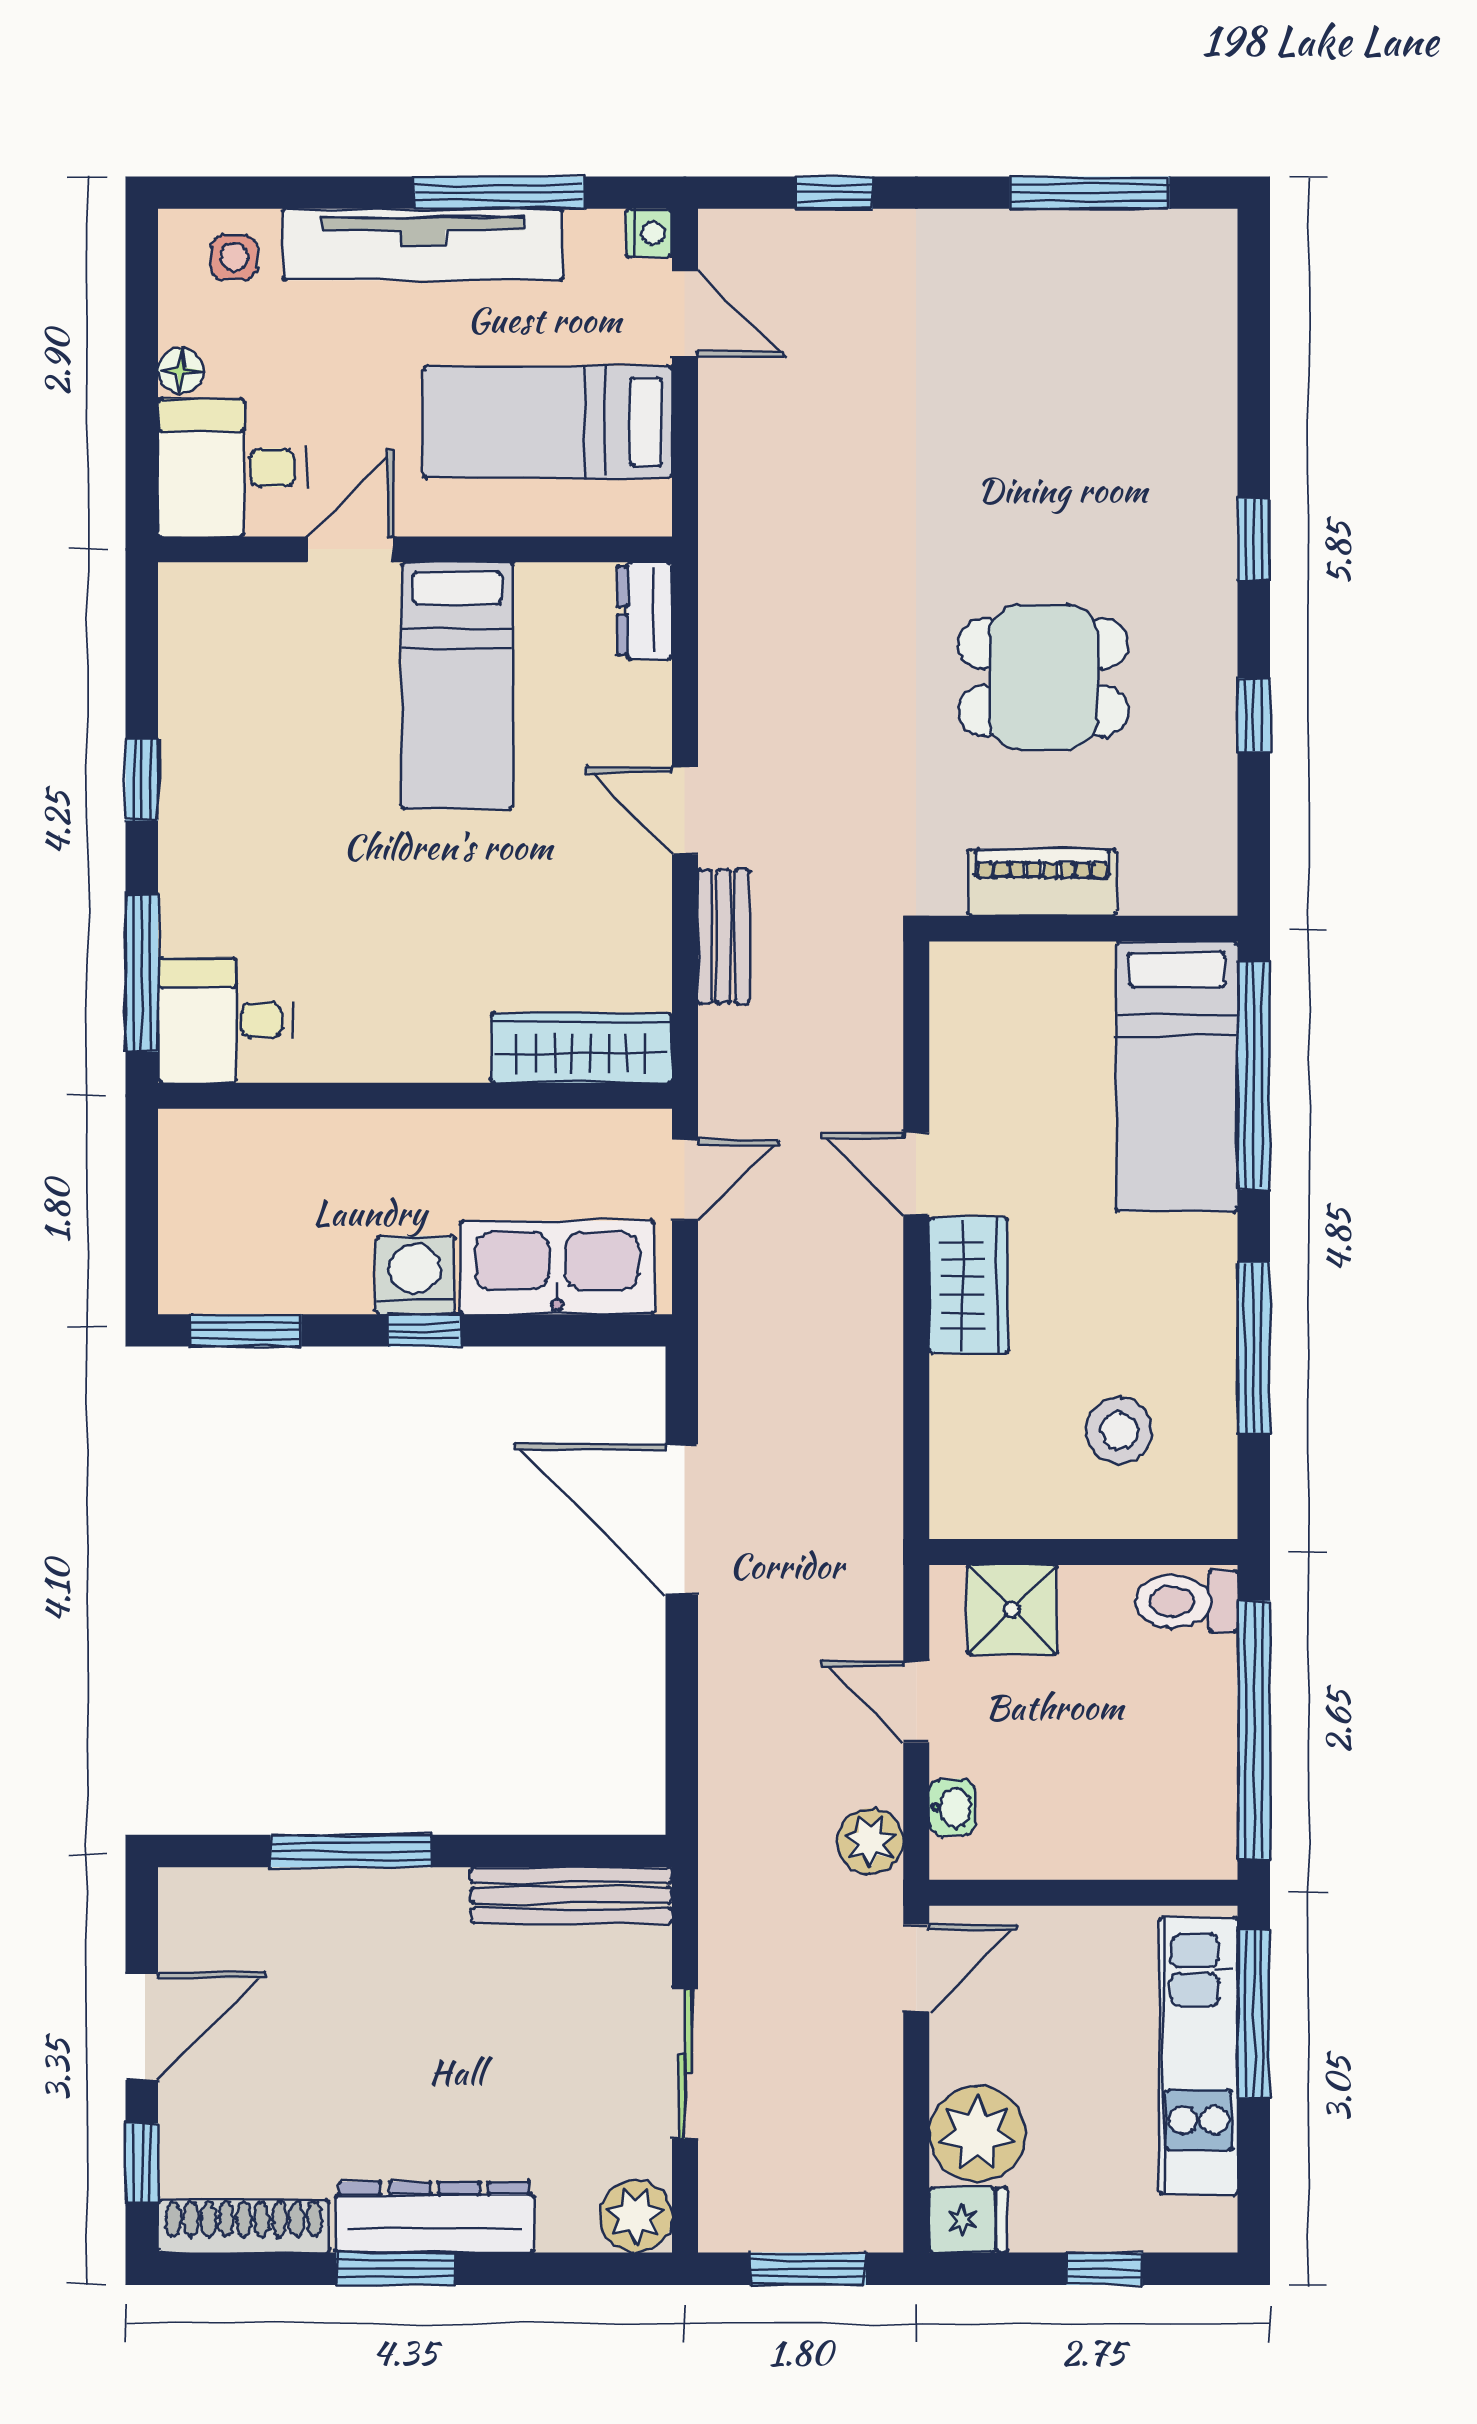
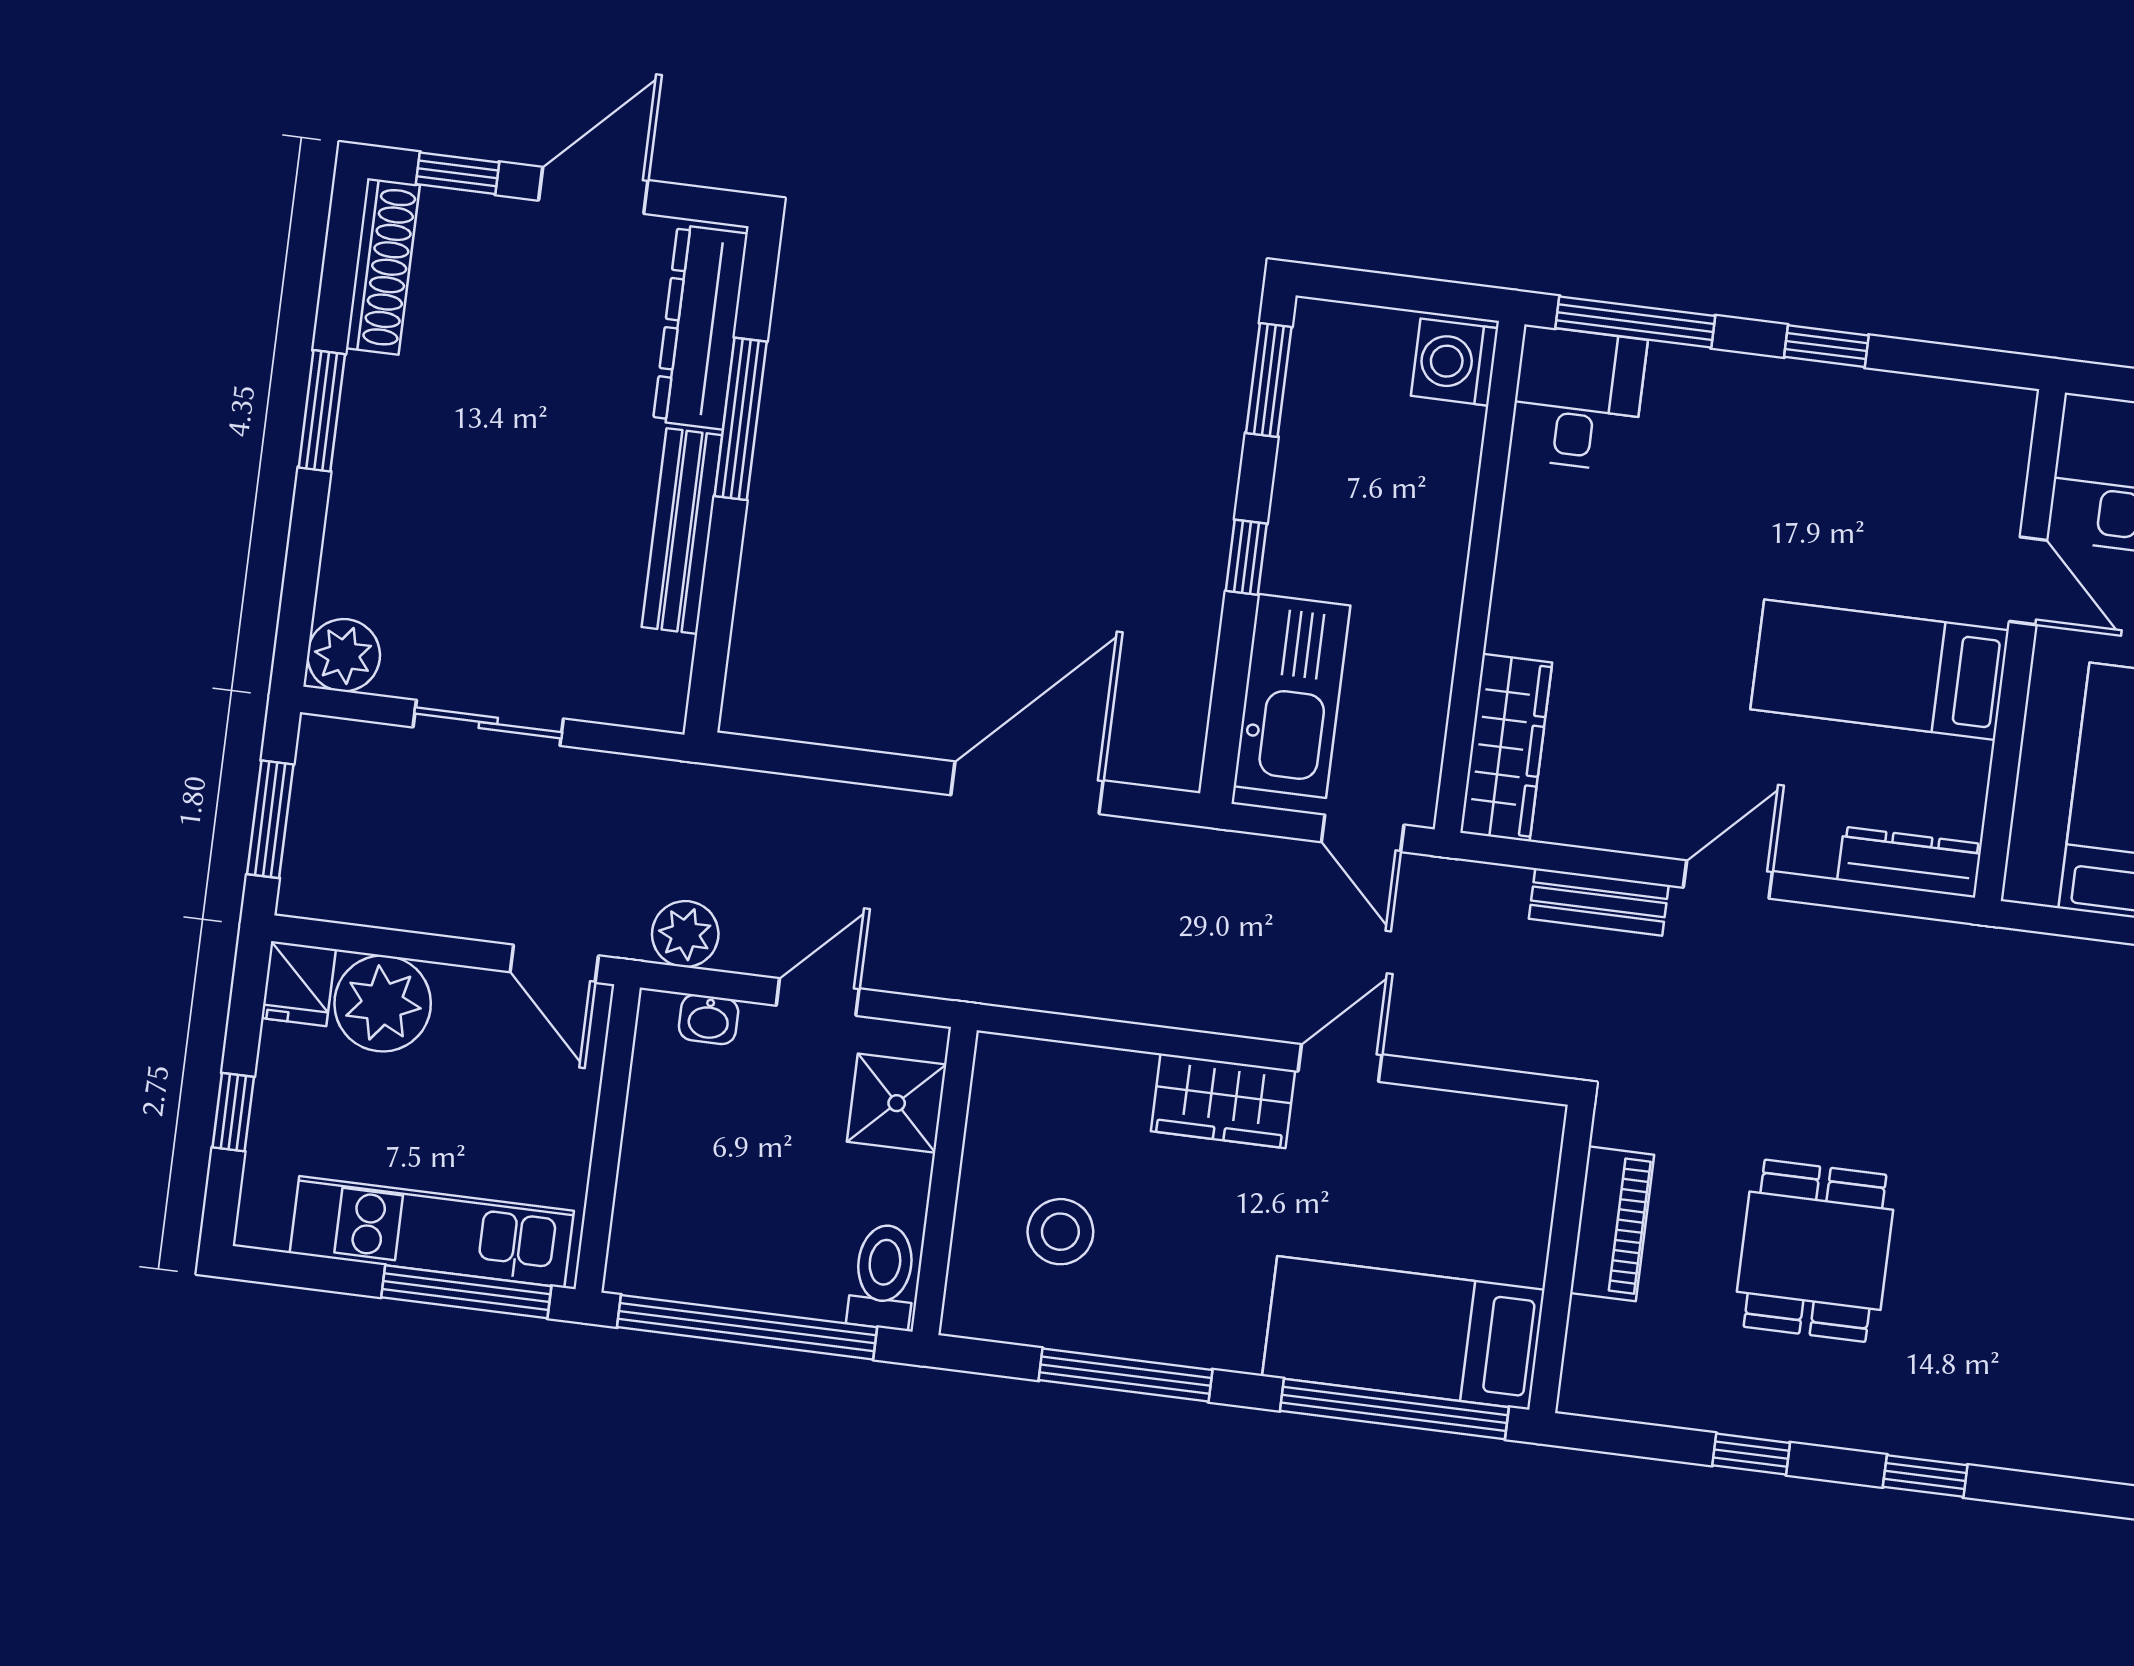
dresser: (645, 611) -> (1910, 862), width x1.44
washing machine: (415, 1275) -> (1454, 362), moved, turned 180
bench: (571, 1895) -> (682, 531), moved
door: (142, 2026) -> (593, 190), swing flipped
dresser: (435, 2217) -> (700, 327), moved, turned 180

